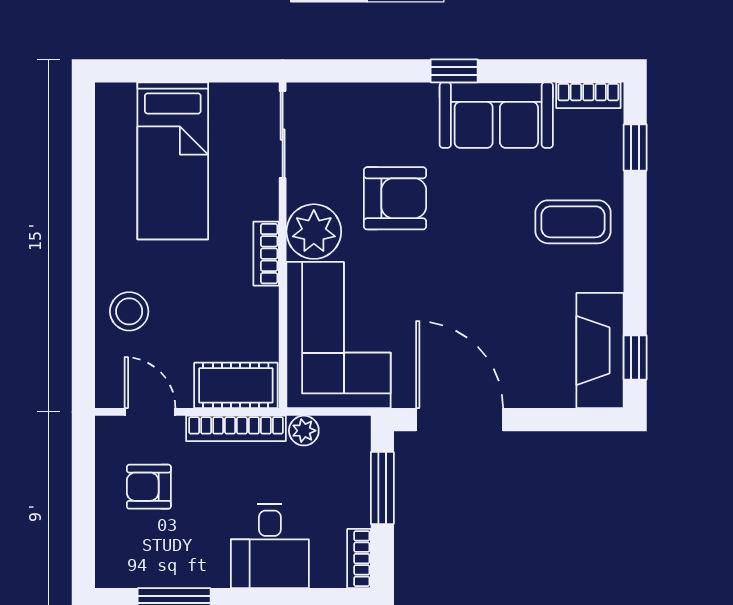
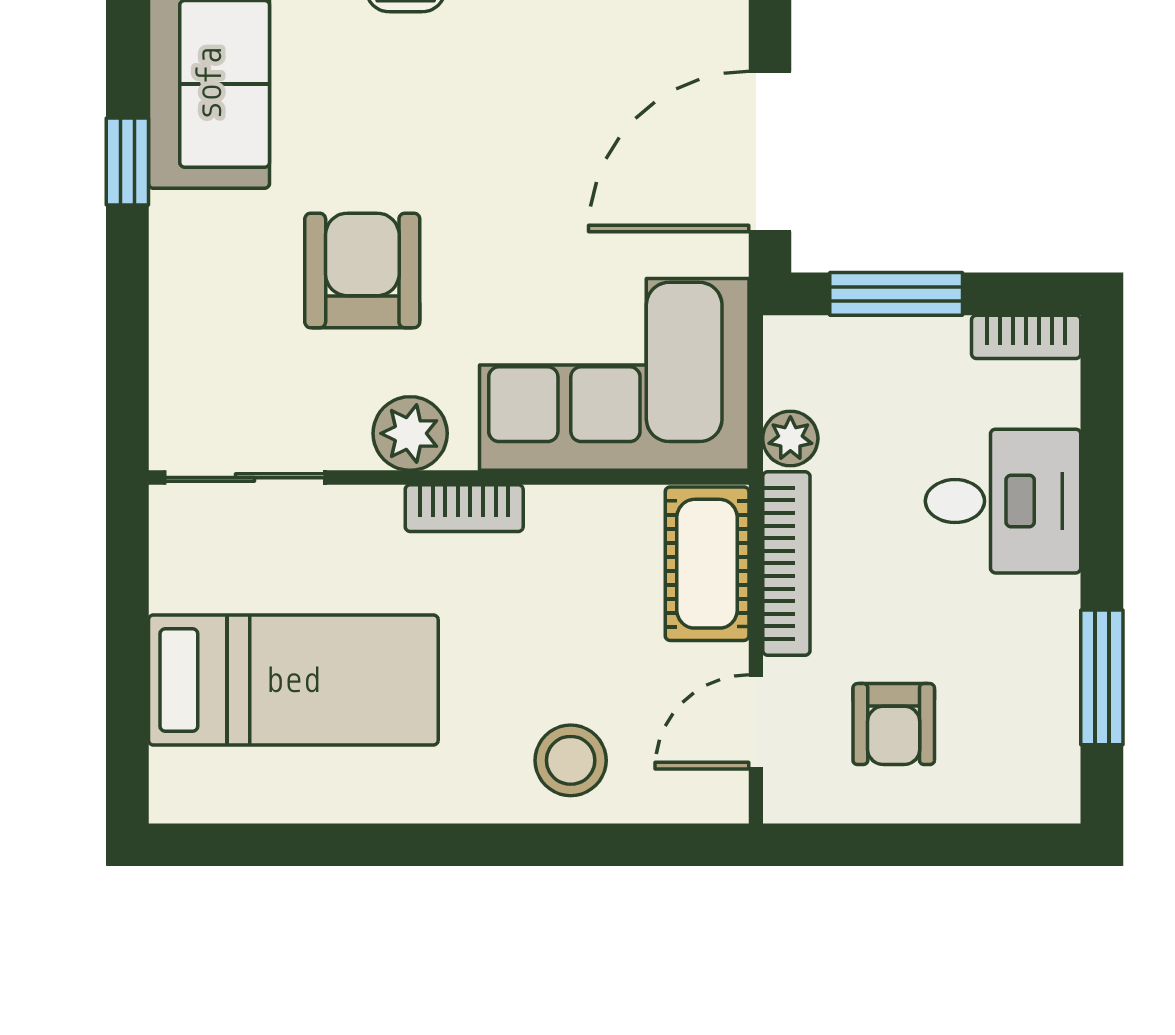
plant: (314, 232) -> (410, 433), width x0.73, depth x0.73

